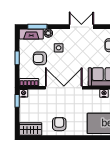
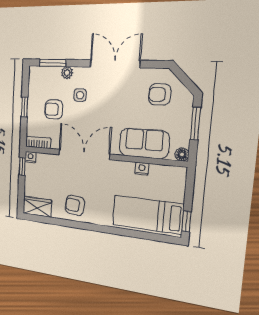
double door: (81, 27) -> (115, 64), width x1.37
fireplace: (31, 34) -> (44, 73), removed
armchair: (59, 124) -> (75, 205), turned -84

